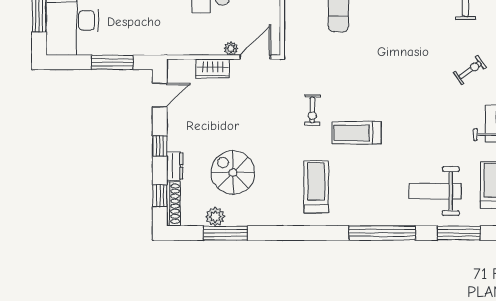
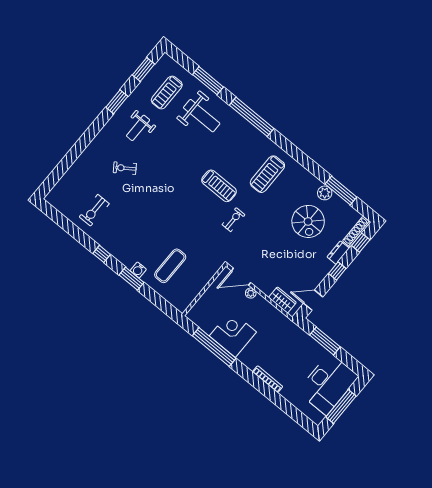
wardrobe: (213, 69) -> (282, 300), moved
plant: (215, 217) -> (325, 193), moved

